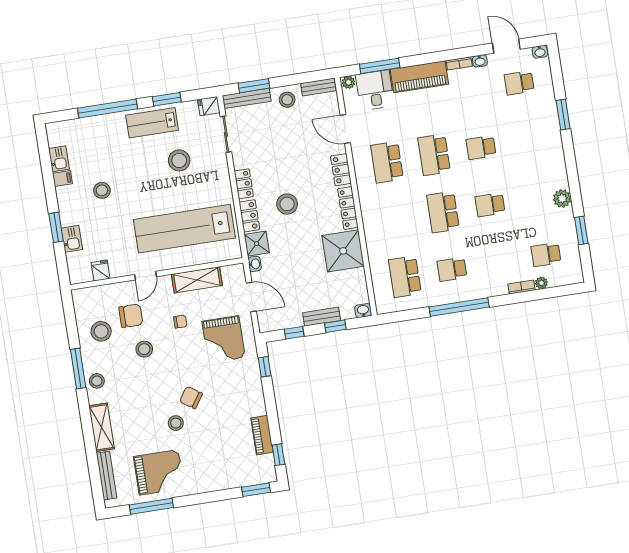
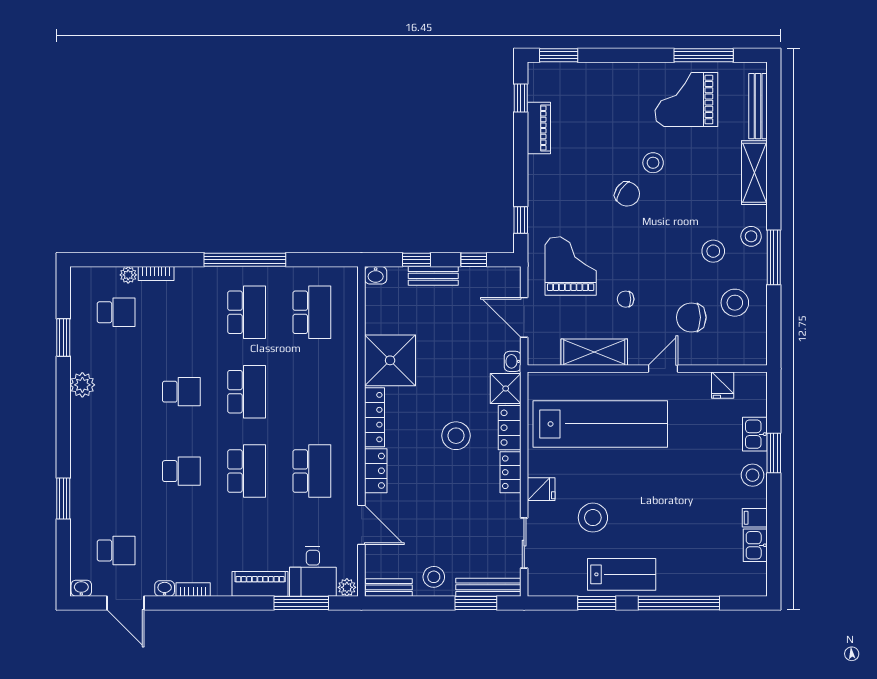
piano: (419, 77) -> (260, 584), width x0.73, depth x0.75
fridge: (209, 106) -> (541, 489), moved
stool: (102, 190) -> (753, 475), moved
school desk: (452, 269) -> (247, 312), width x1.85
stool: (144, 349) -> (713, 251), moved

